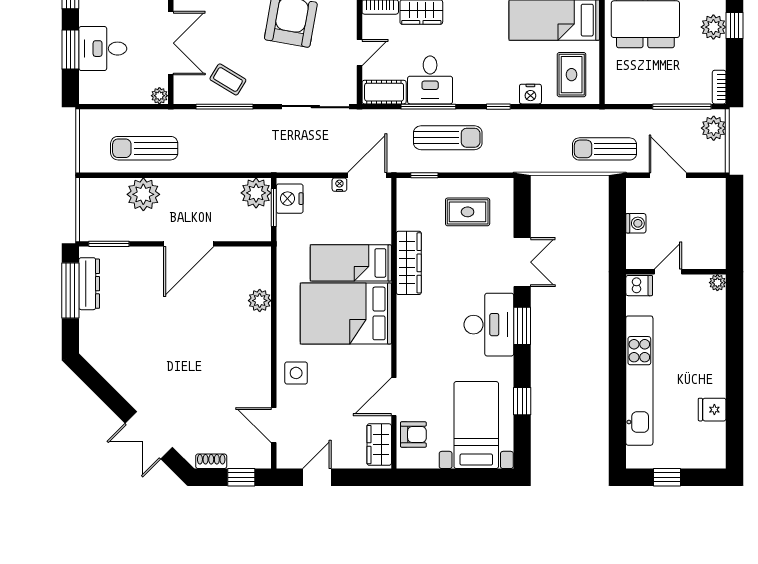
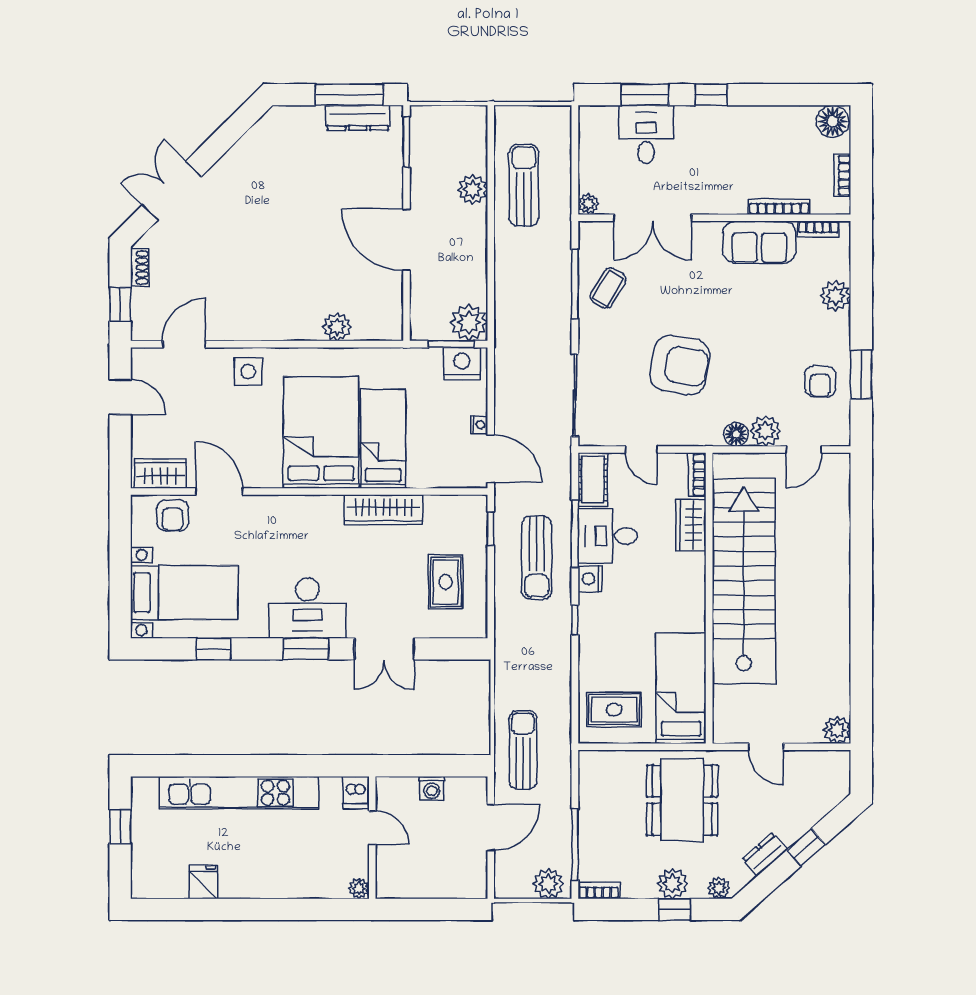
nightstand: (530, 94) -> (590, 579), moved
plant: (143, 194) -> (473, 190), width x0.73, depth x0.73

